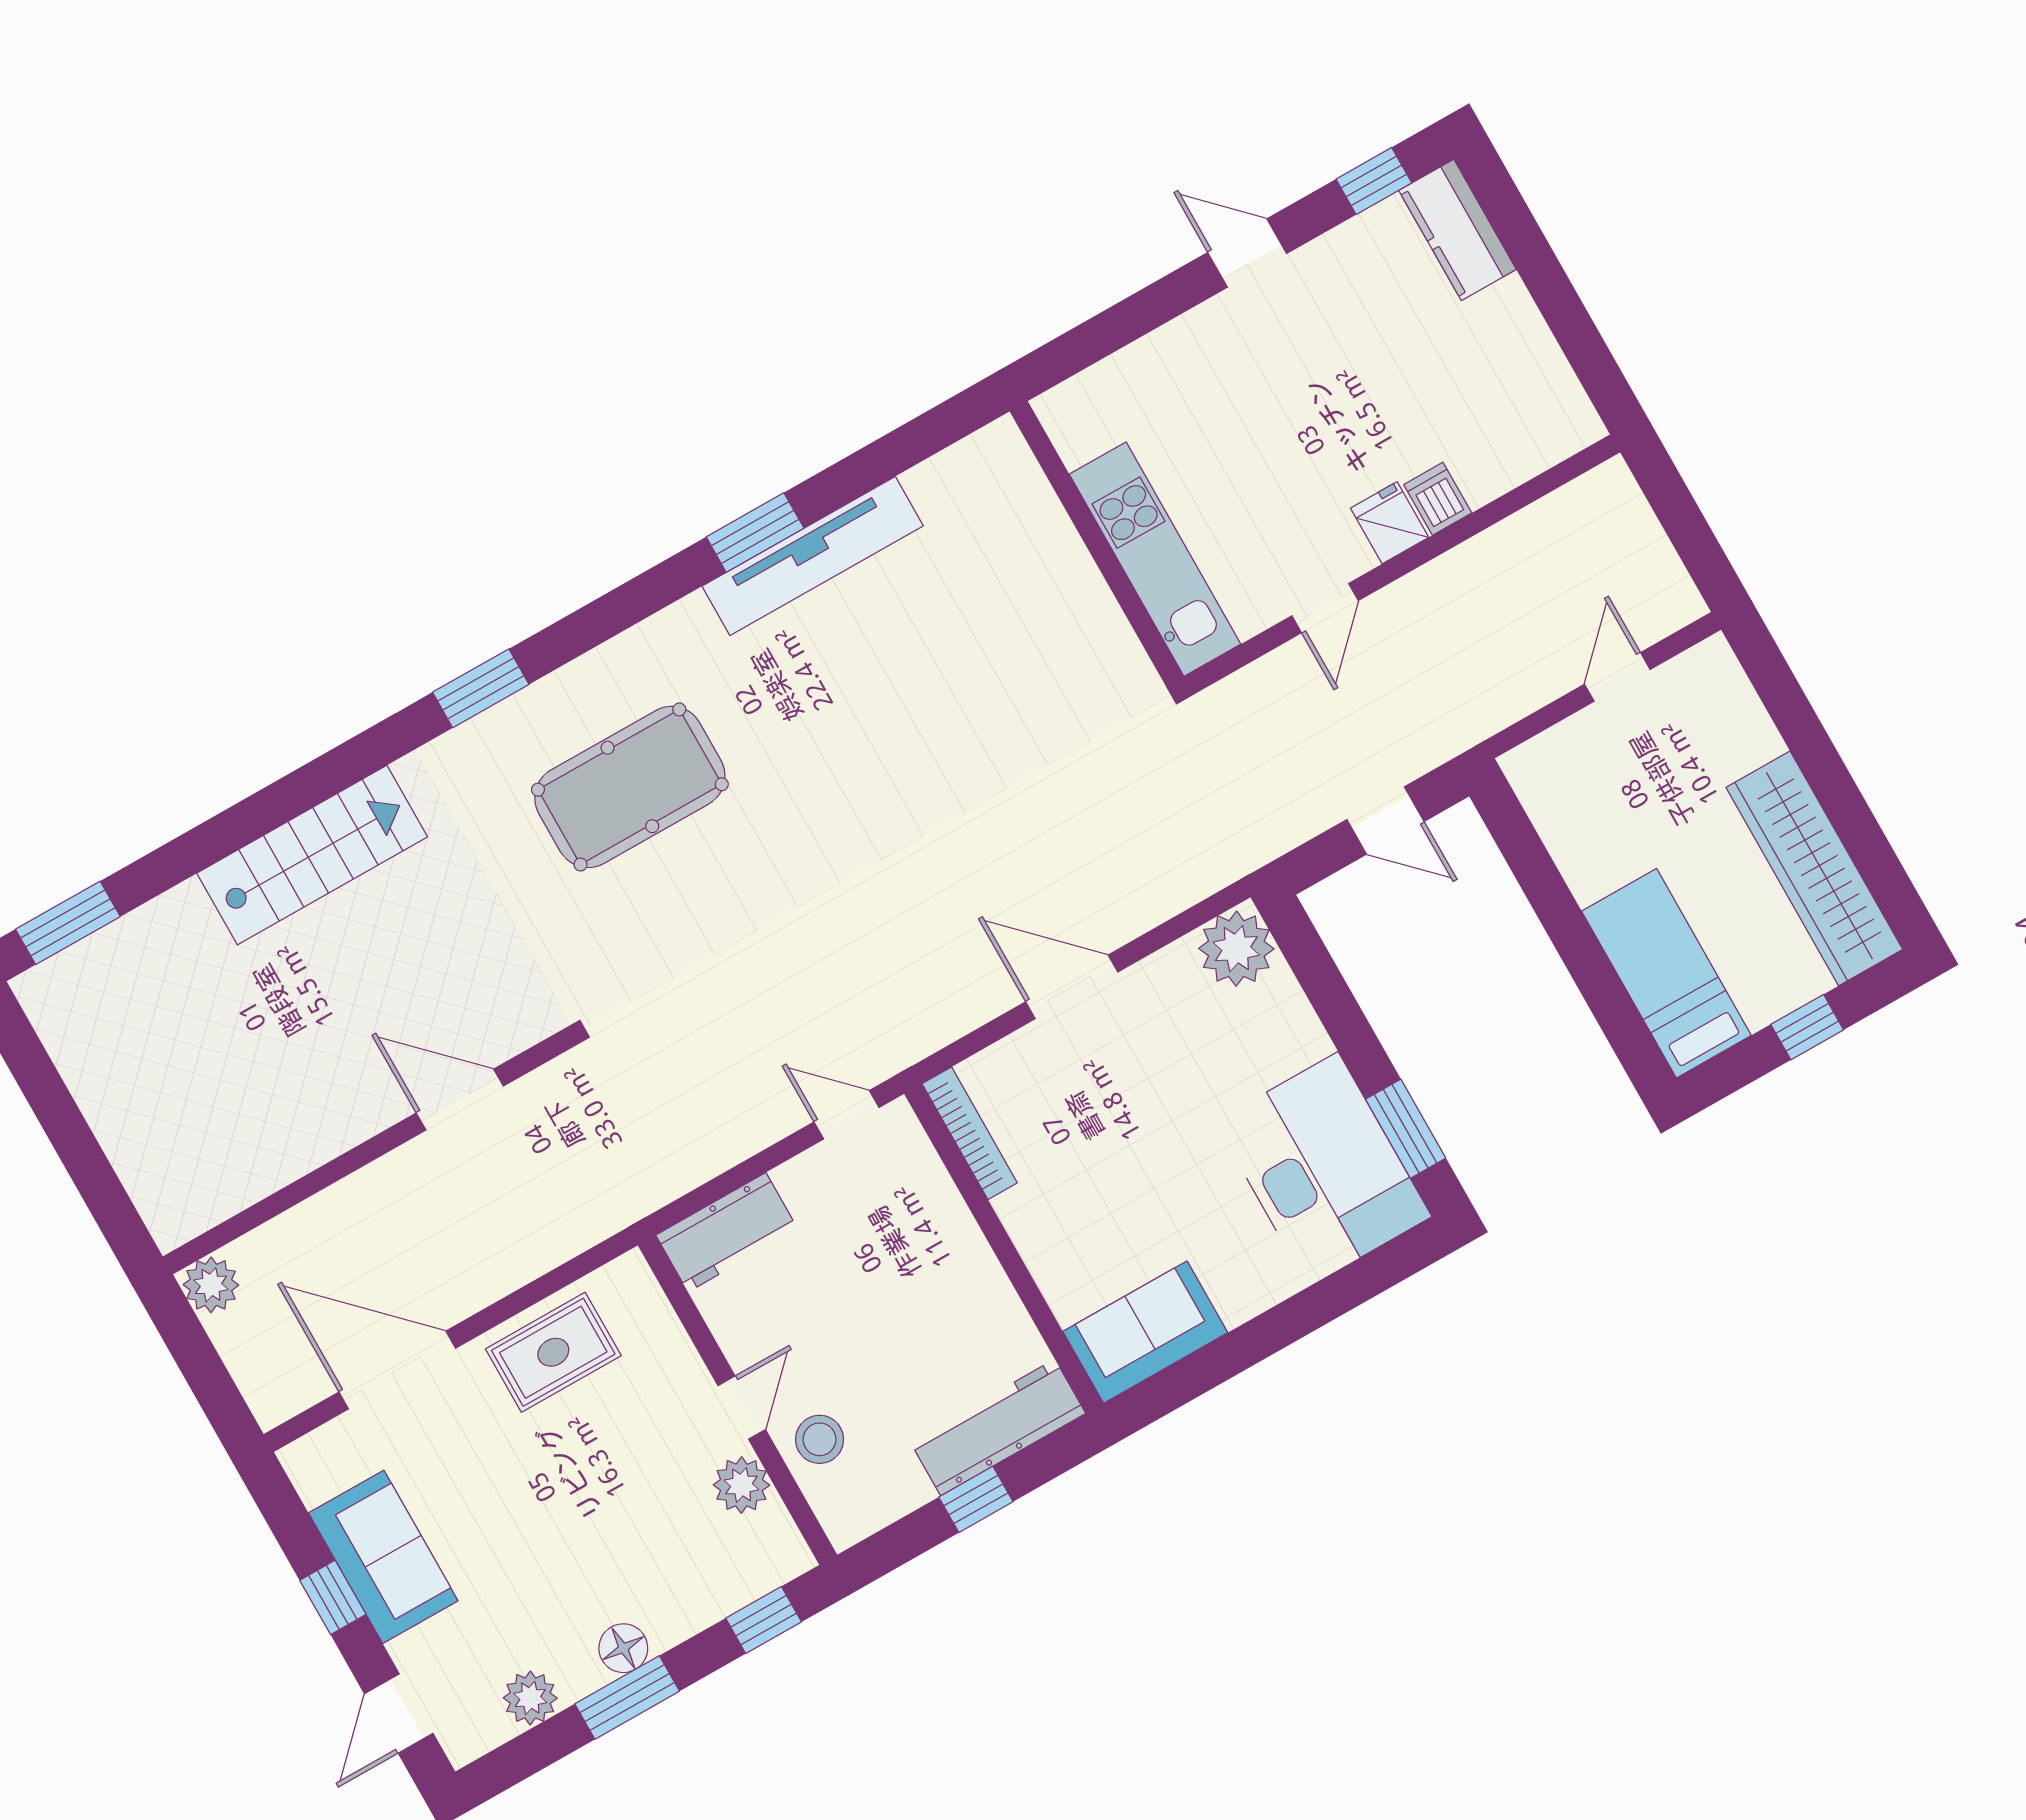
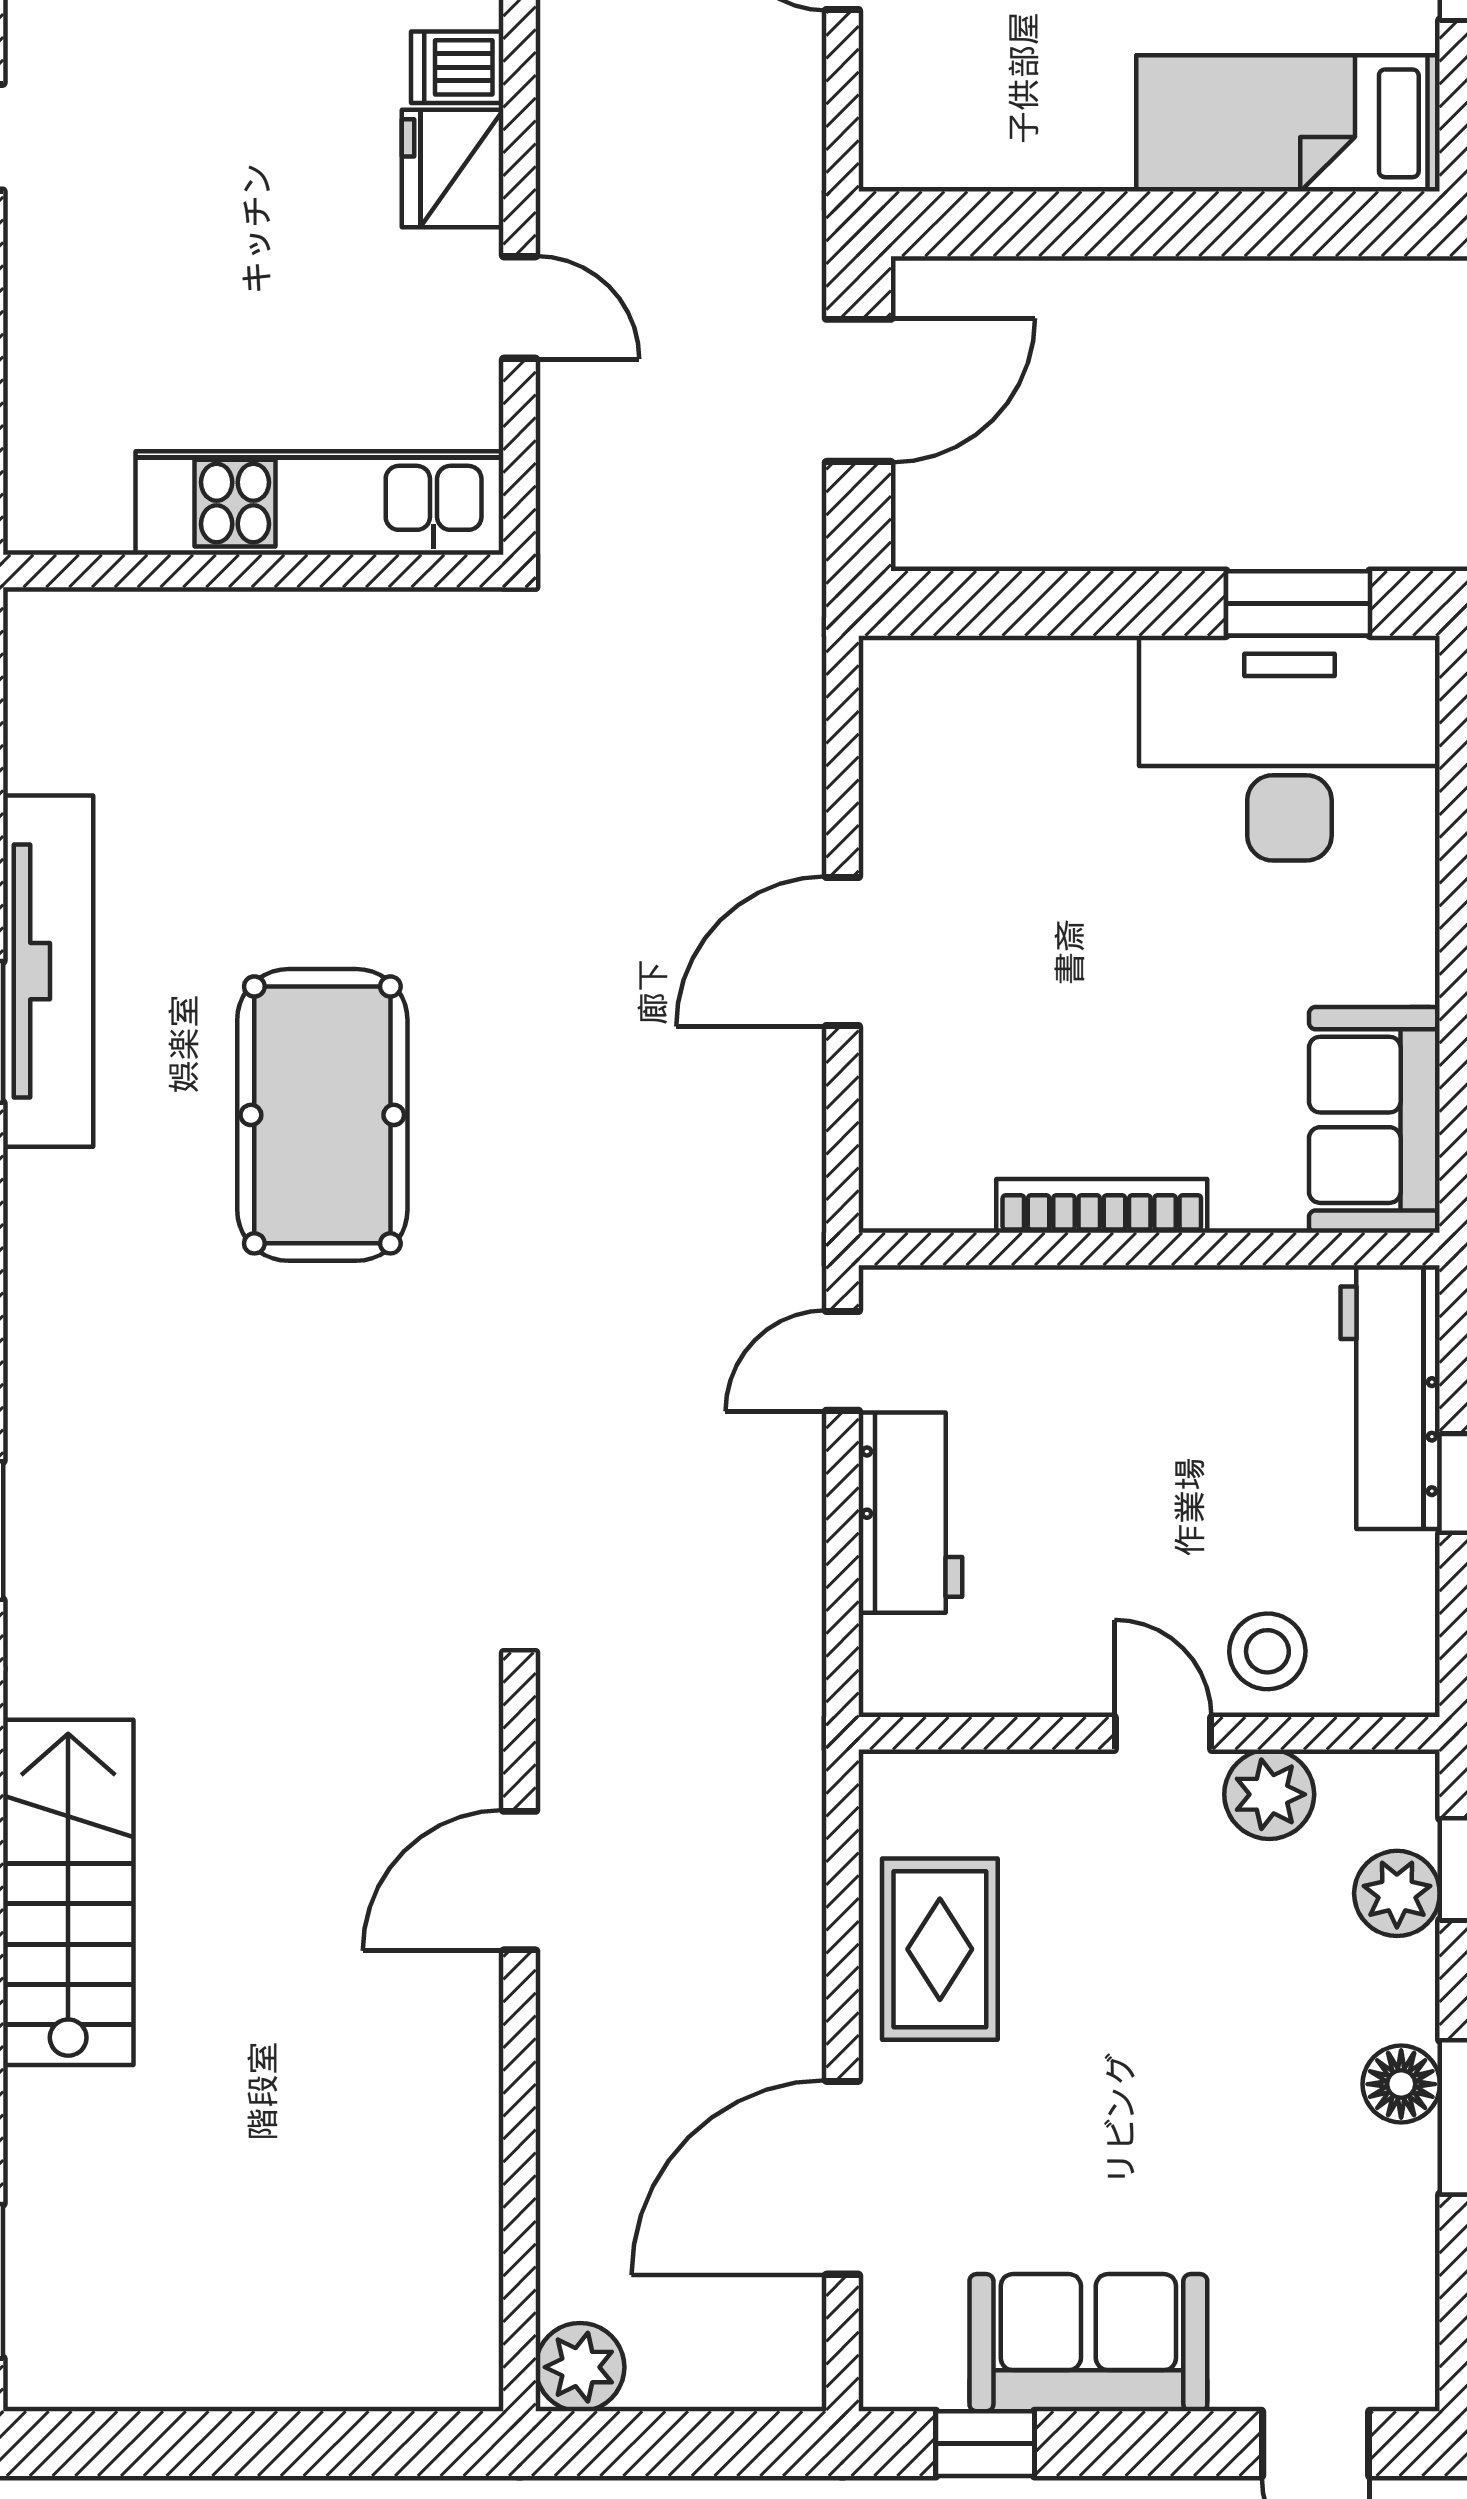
fridge: (1390, 523) -> (453, 169), width x1.38
pool table: (630, 787) -> (322, 1115), moved
door: (1385, 820) -> (859, 390), width x1.38
plant: (1236, 949) -> (918, 695), removed
bookcase: (970, 1133) -> (1102, 1206), moved
workbench: (727, 1232) -> (910, 1513), moved
window: (333, 1597) -> (985, 2444), moved
plant: (530, 1698) -> (1397, 1893), moved

